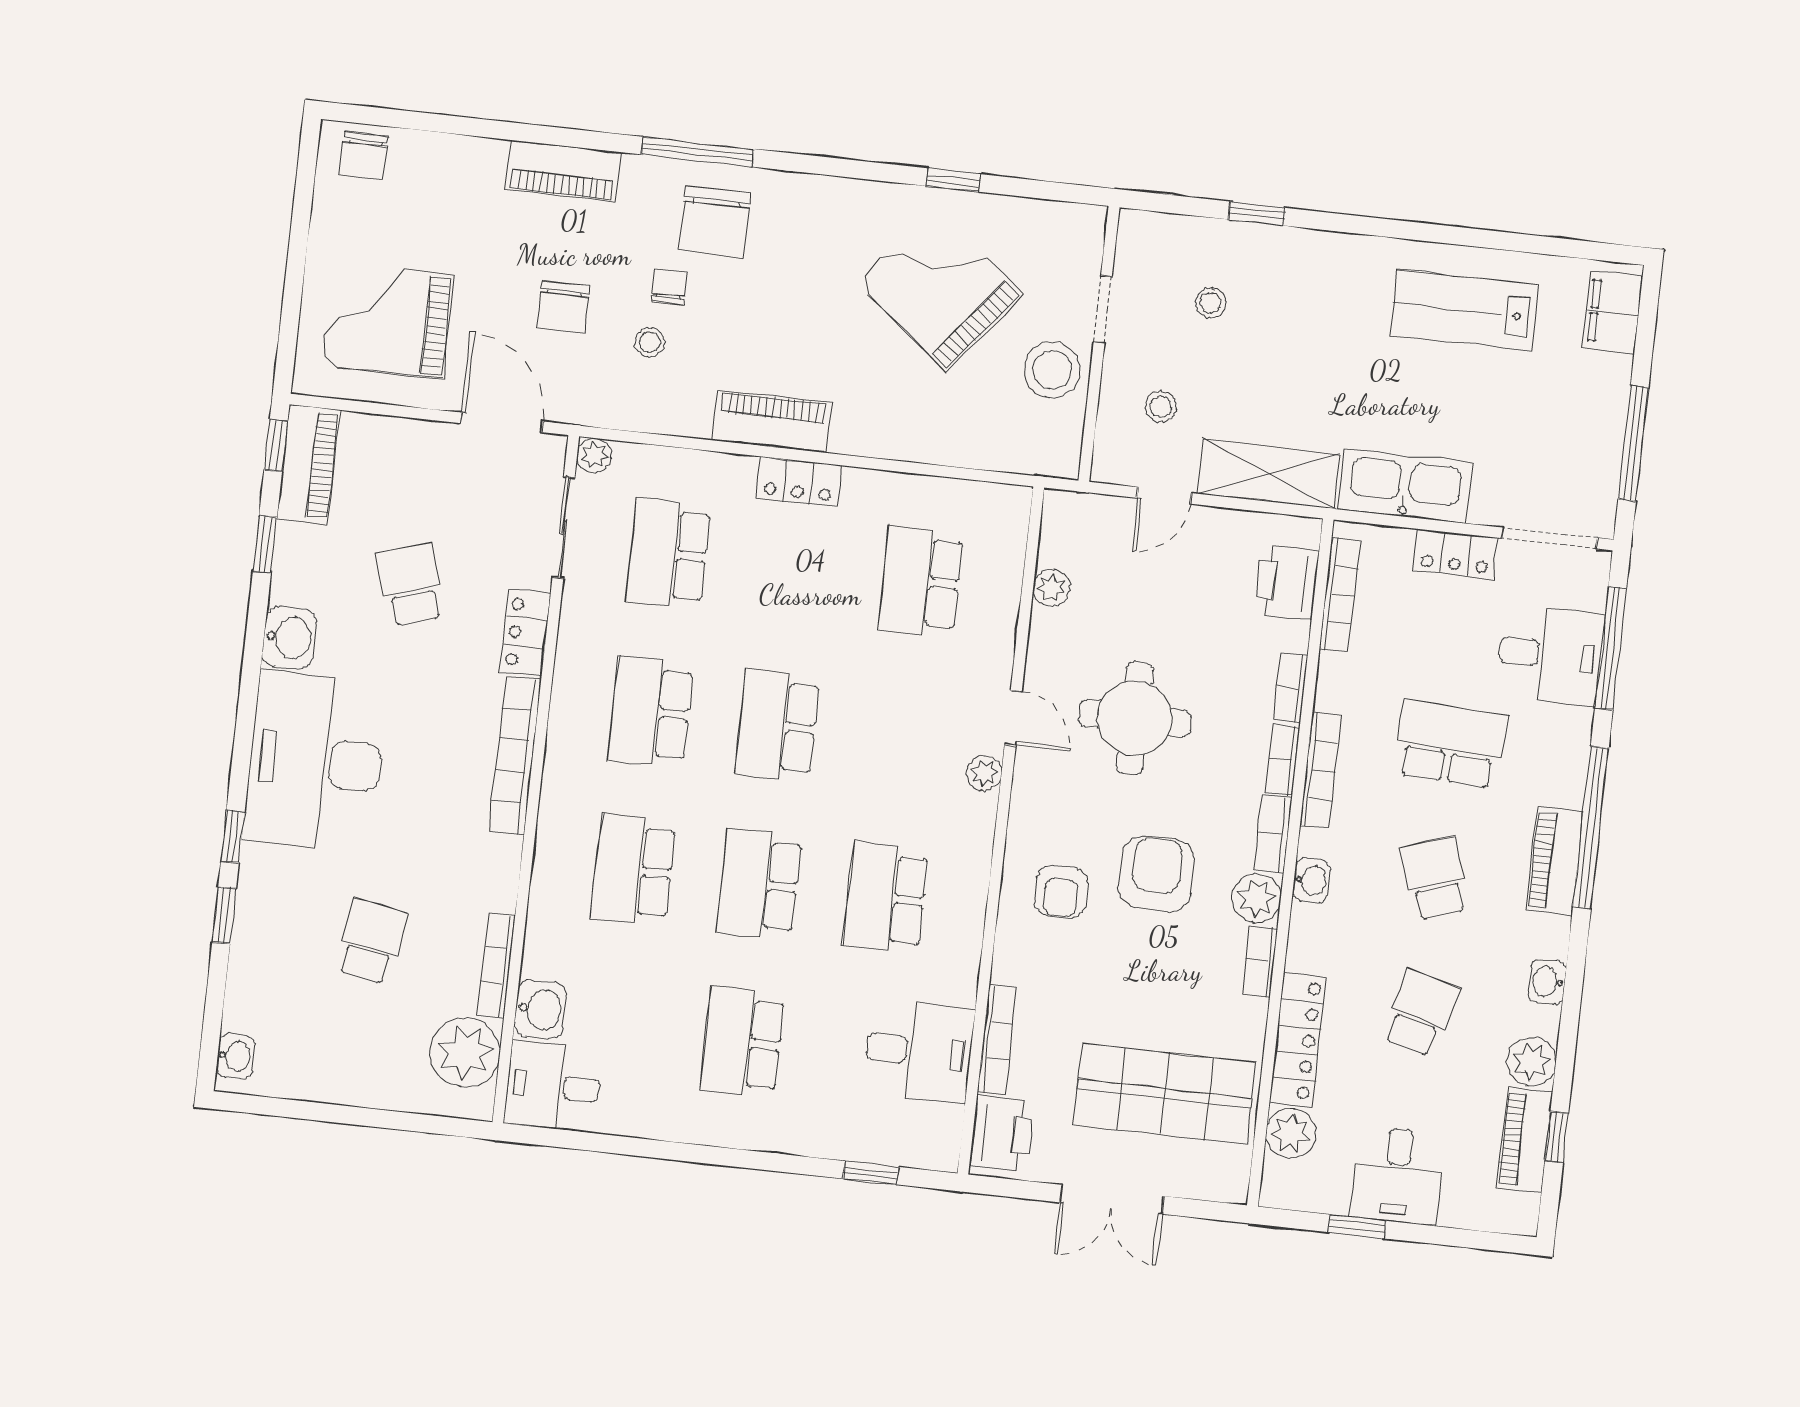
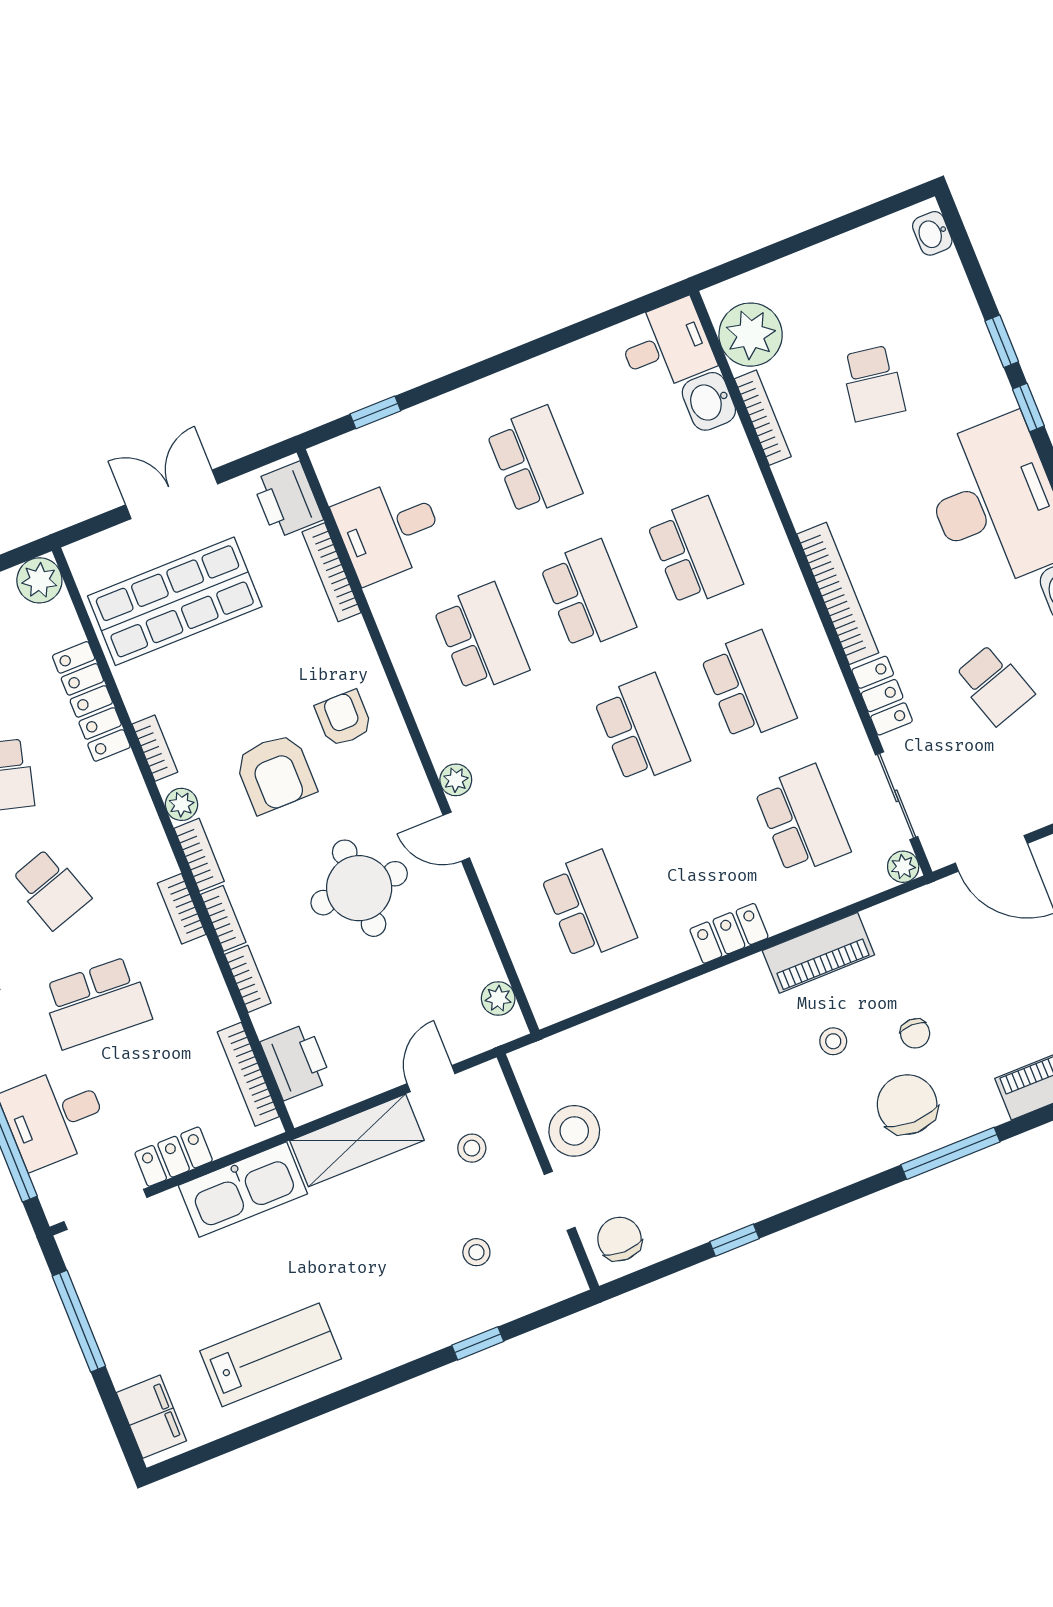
grand piano: (940, 288) -> (699, 1148), removed
chair: (563, 307) -> (620, 1239), moved
stool: (650, 342) -> (833, 1041), moved
piano: (772, 421) -> (818, 953), moved
plant: (1052, 588) -> (498, 999), moved
bookcase: (1320, 770) -> (182, 909), width x0.64
washbasin: (1311, 880) -> (149, 834), removed
plant: (1257, 898) -> (182, 804), width x0.73, depth x0.73
plant: (1291, 1133) -> (39, 580), moved

